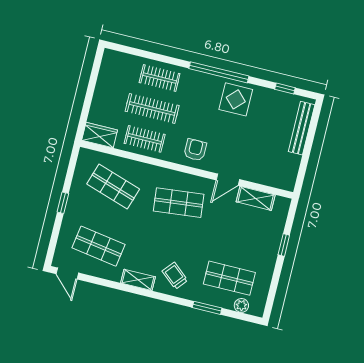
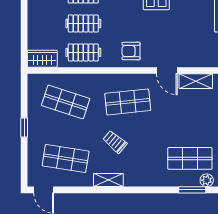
clothes rail: (152, 108) -> (83, 23), width x0.73
armchair: (195, 150) -> (131, 51), turned -90
door: (228, 180) -> (167, 71), hinge flipped
trolley: (175, 276) -> (115, 142), moved
window: (207, 308) -> (192, 190), moved

